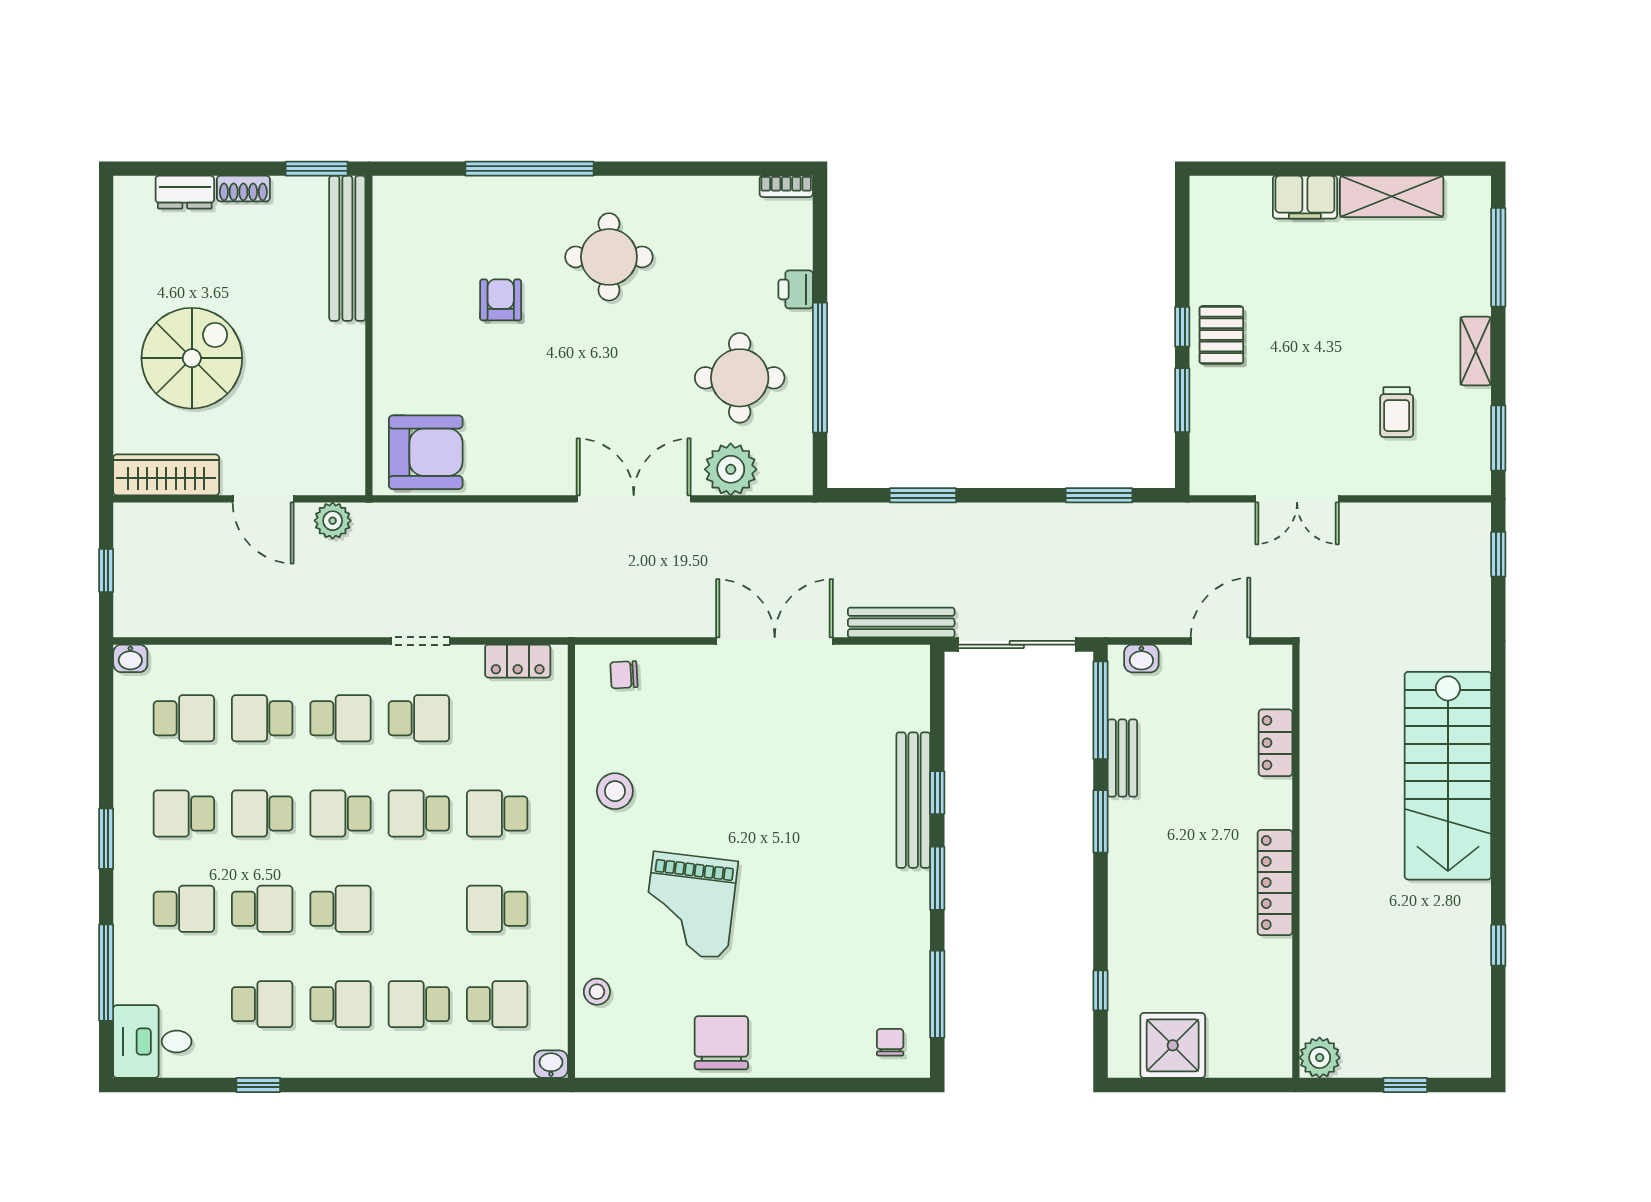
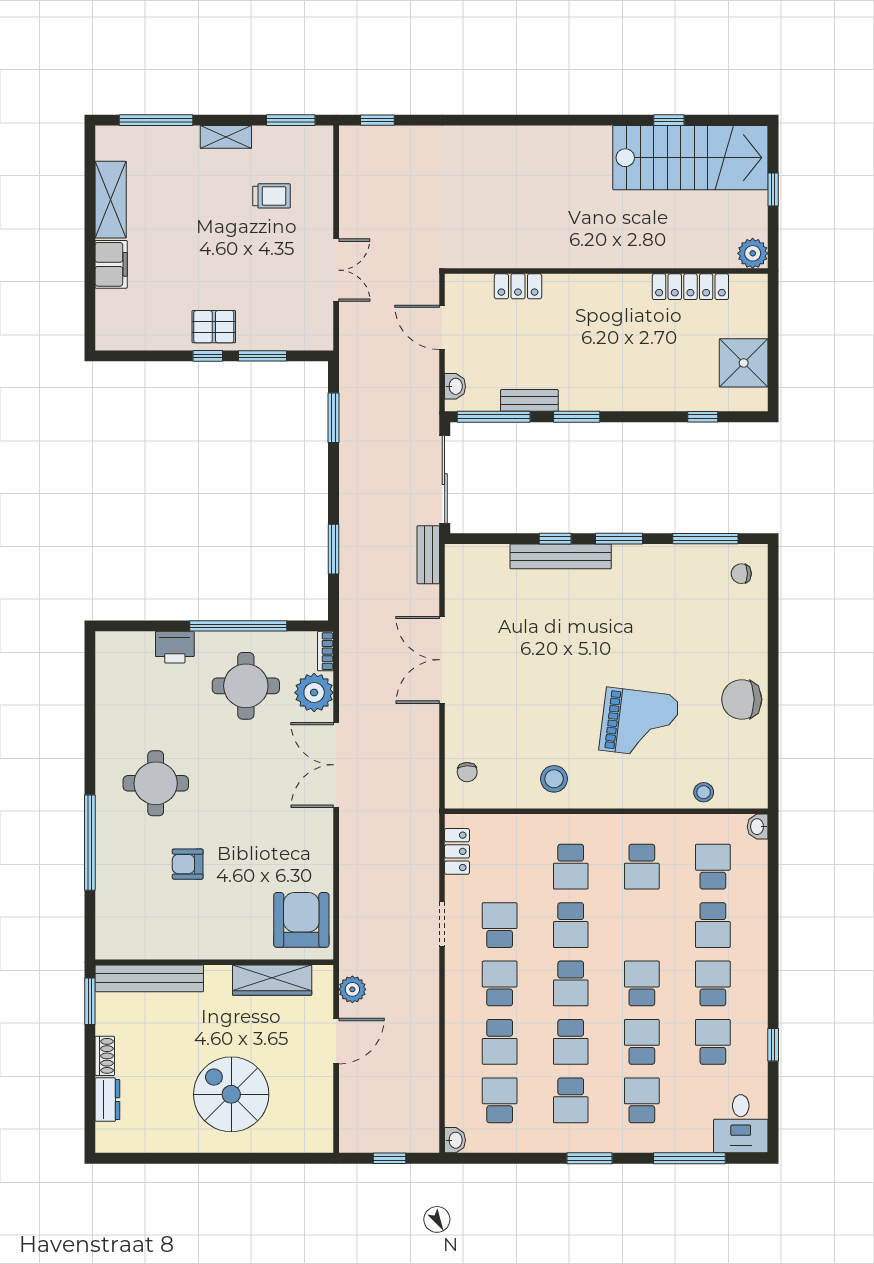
bookcase: (786, 186) -> (326, 651), moved, turned 180
printer: (796, 289) -> (175, 647), width x1.36, depth x1.24
wardrobe: (166, 475) -> (272, 980), moved, turned -90
bench: (901, 622) -> (428, 555), width x0.73
stairs: (1448, 776) -> (690, 158), moved
locker: (1275, 883) -> (690, 287), moved

